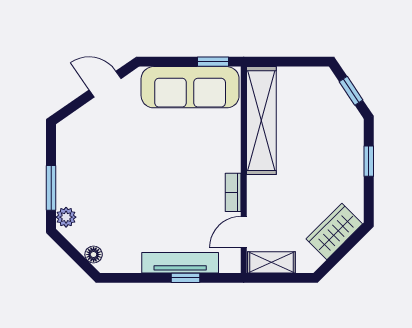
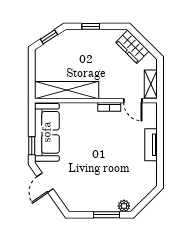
window: (213, 62) -> (32, 146), moved
floor lamp: (94, 255) -> (146, 190), removed
tv unit: (180, 263) -> (151, 145), width x0.71
window: (186, 278) -> (160, 135), removed

